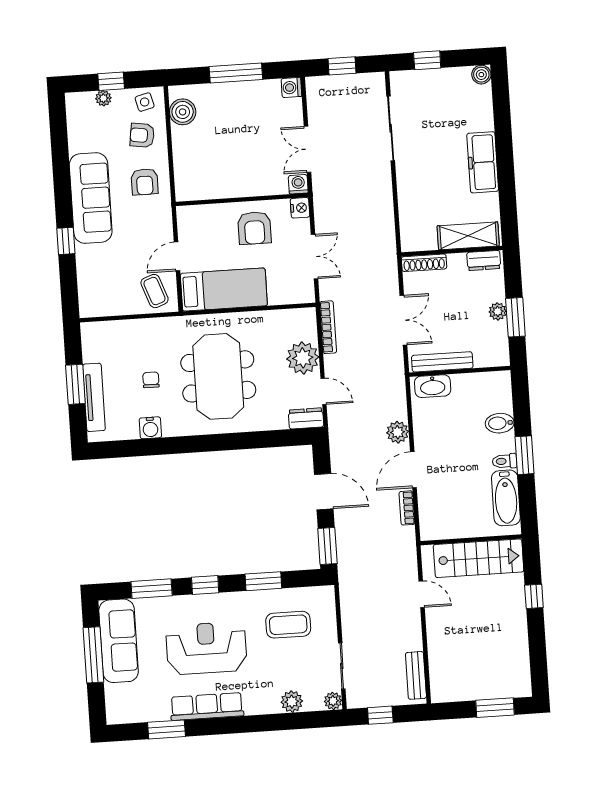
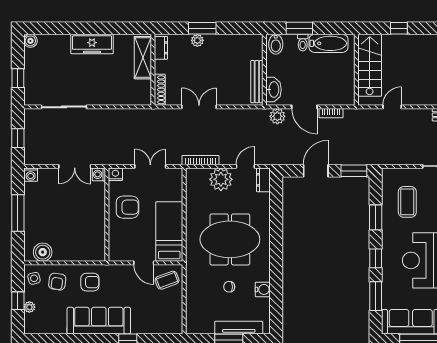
bench: (442, 362) -> (257, 82), moved
wall: (460, 371) -> (264, 70), moved
washbasin: (433, 386) -> (273, 90), moved

